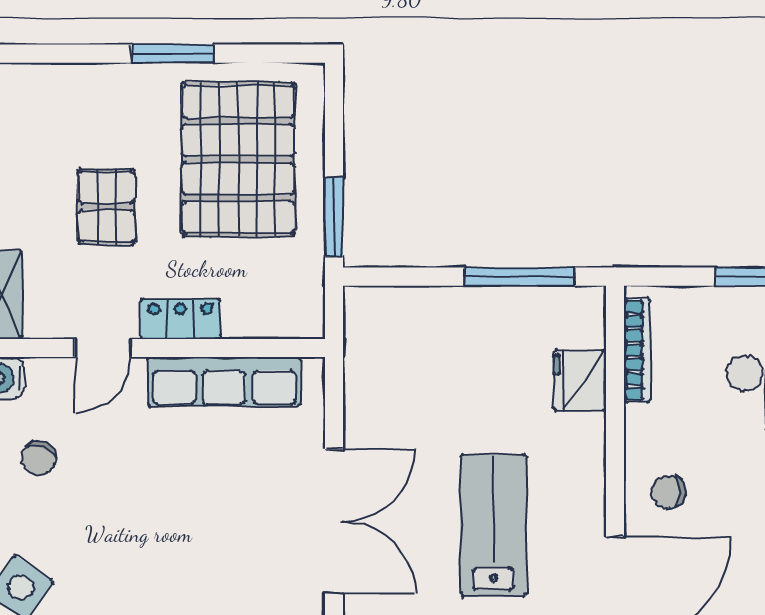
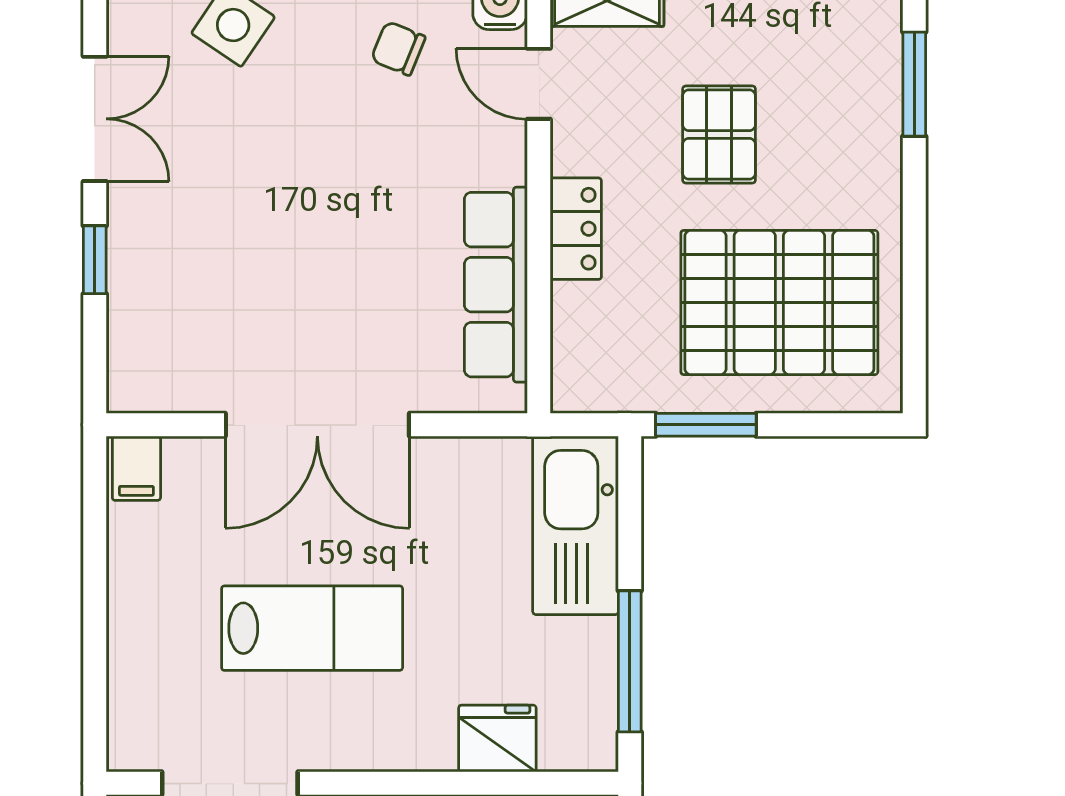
window: (173, 54) -> (914, 84), moved
pallet: (106, 207) -> (719, 135), turned 90
kitchen sink: (413, 319) -> (576, 525), added
door: (103, 348) -> (539, 84), moved

